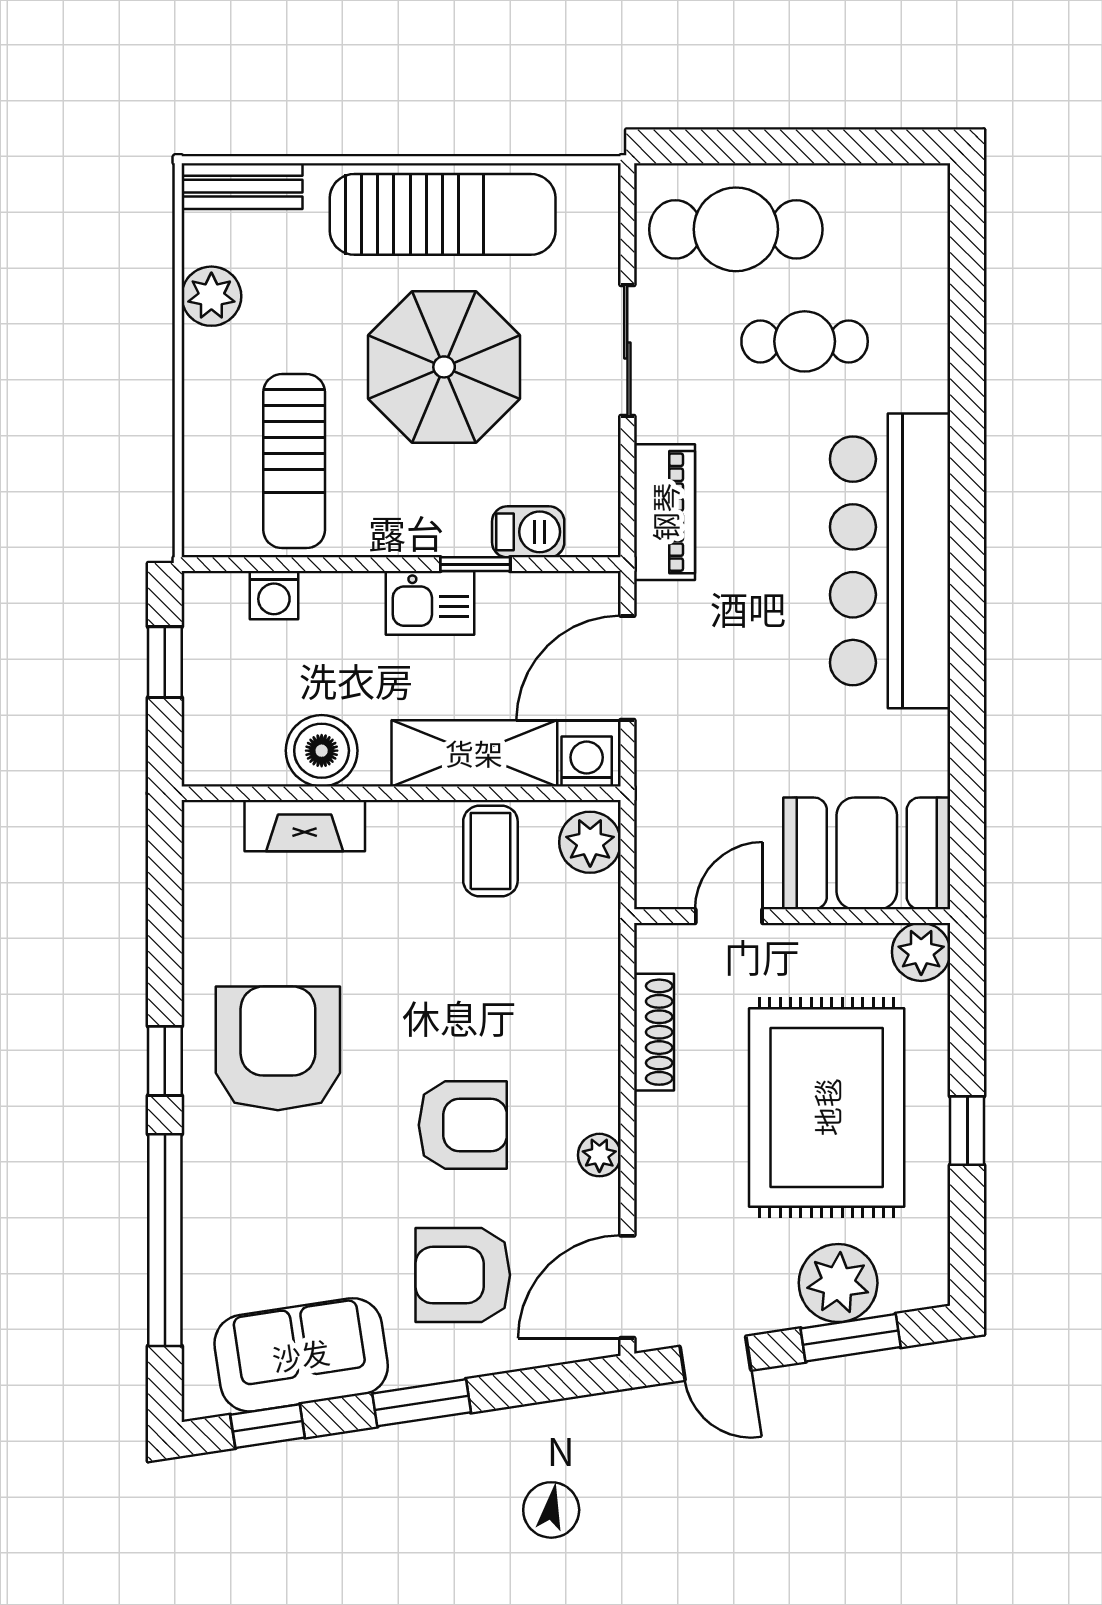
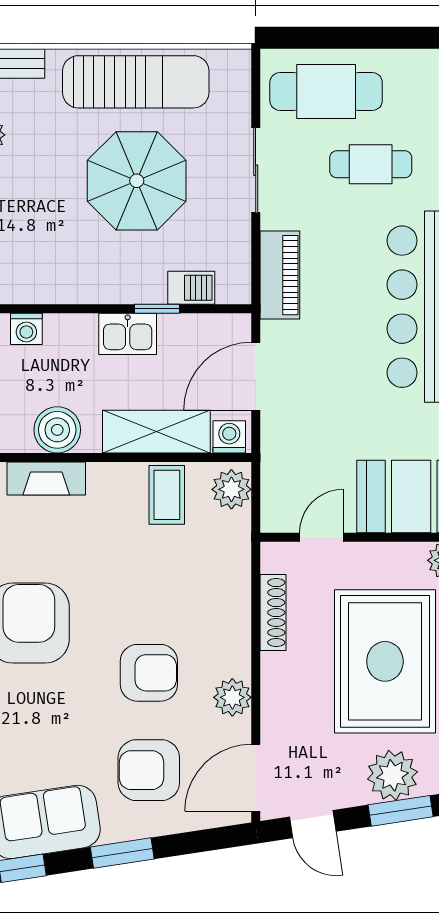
sun lounger: (294, 461) -> (39, 242), removed
plant: (599, 1155) -> (232, 697), width x1.38, depth x1.38

